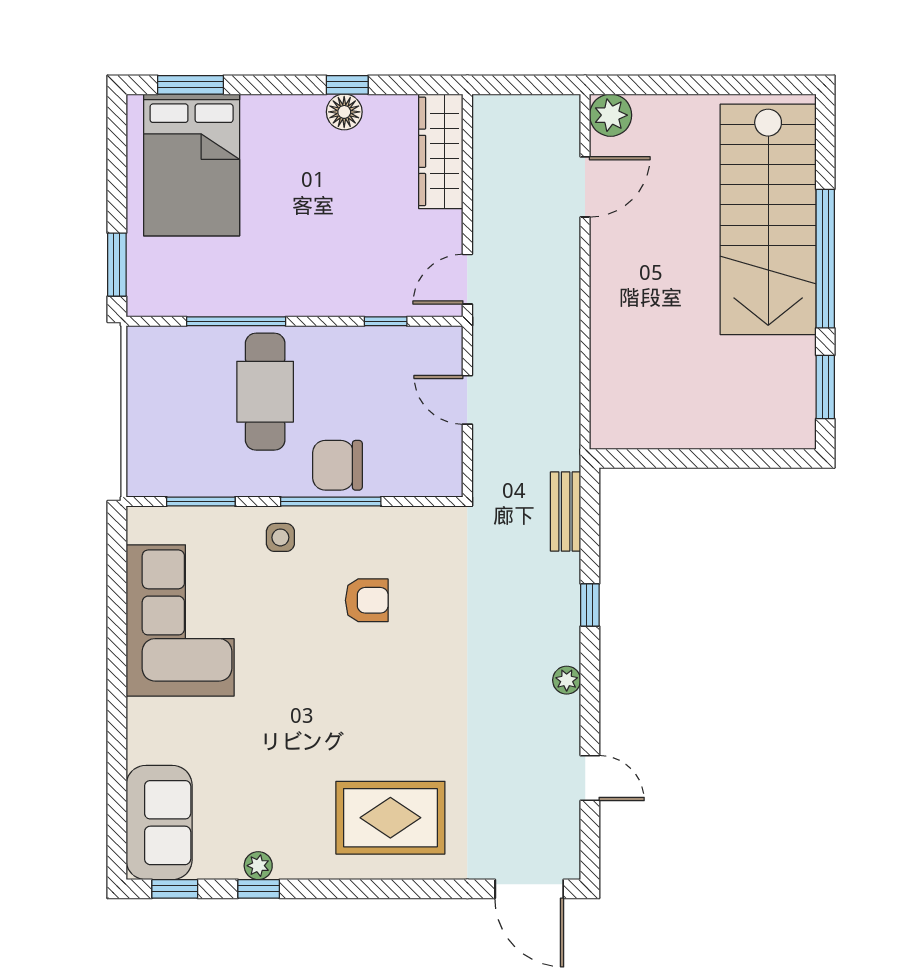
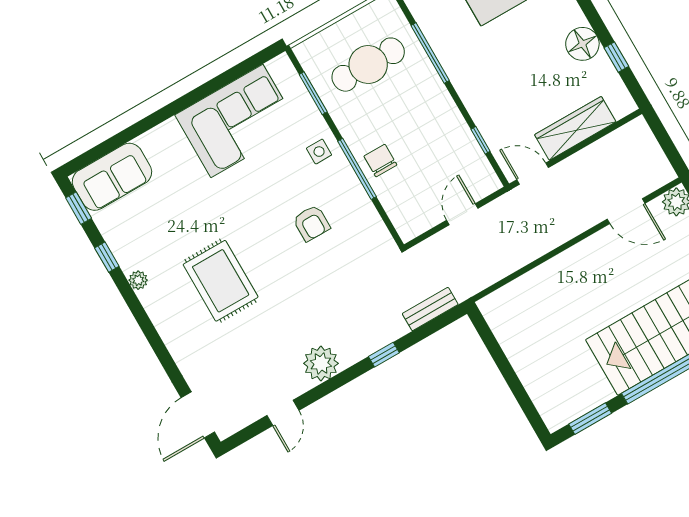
window: (347, 85) -> (616, 57), moved
floor lamp: (344, 112) -> (582, 44), width x1.38, depth x1.38
wardrobe: (441, 151) -> (575, 128), moved
cafe table: (265, 392) -> (368, 65), moved
chair: (337, 465) -> (380, 161), width x0.73, depth x0.73
plant: (567, 680) -> (321, 363), width x1.88, depth x1.88
rug: (390, 818) -> (221, 281), moved
plant: (258, 866) -> (138, 280), moved

